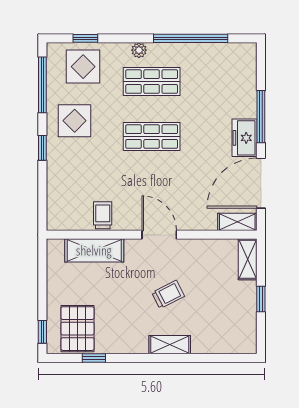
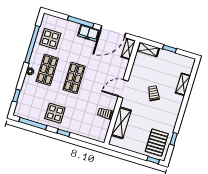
display table: (83, 67) -> (50, 39), moved
door: (261, 183) -> (113, 32), hinge flipped
pallet: (77, 329) -> (157, 142), turned 90
shelving: (170, 345) -> (183, 84), moved

